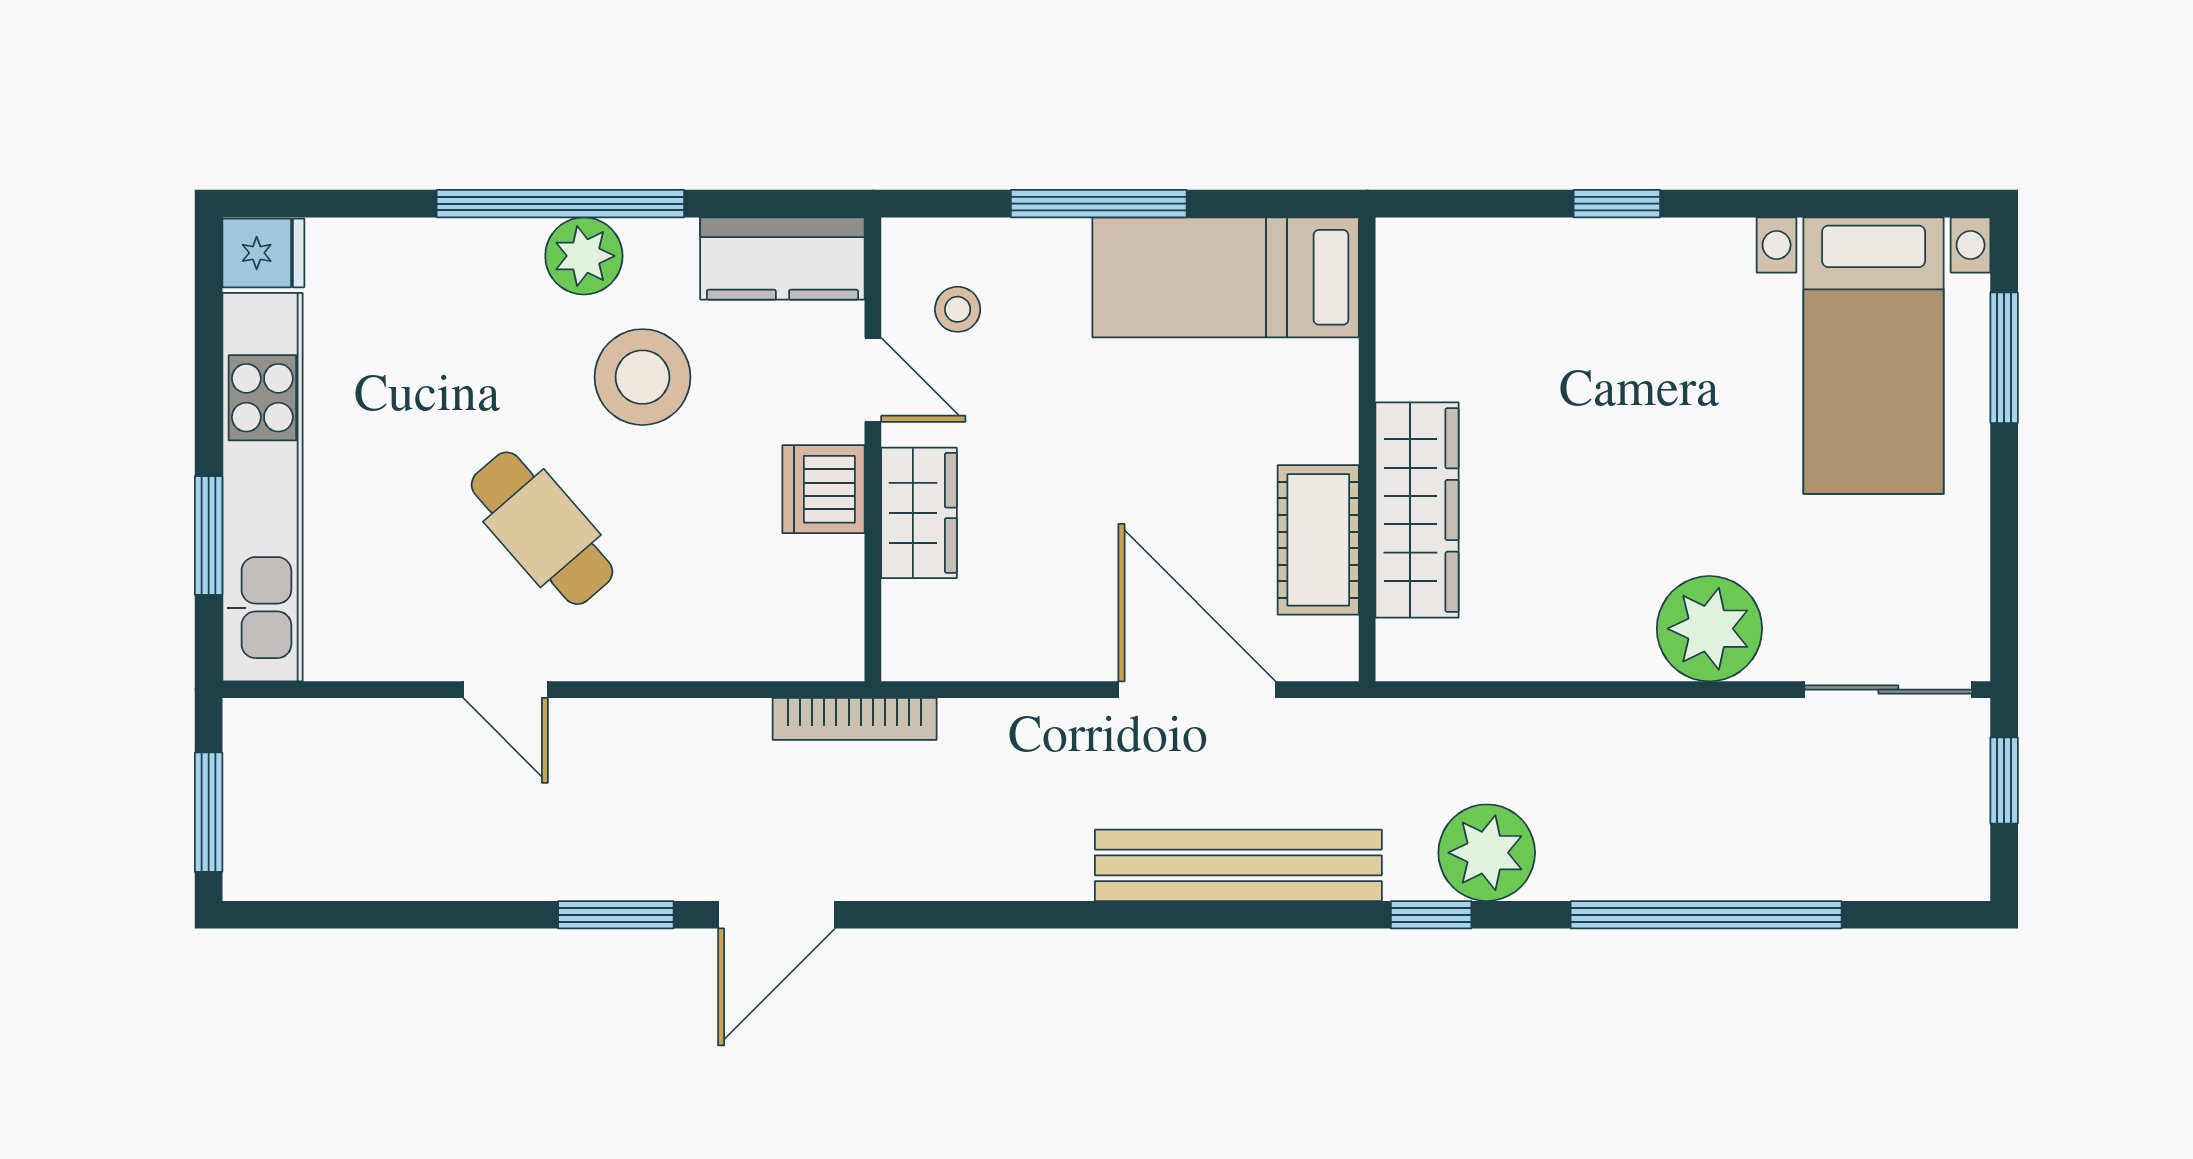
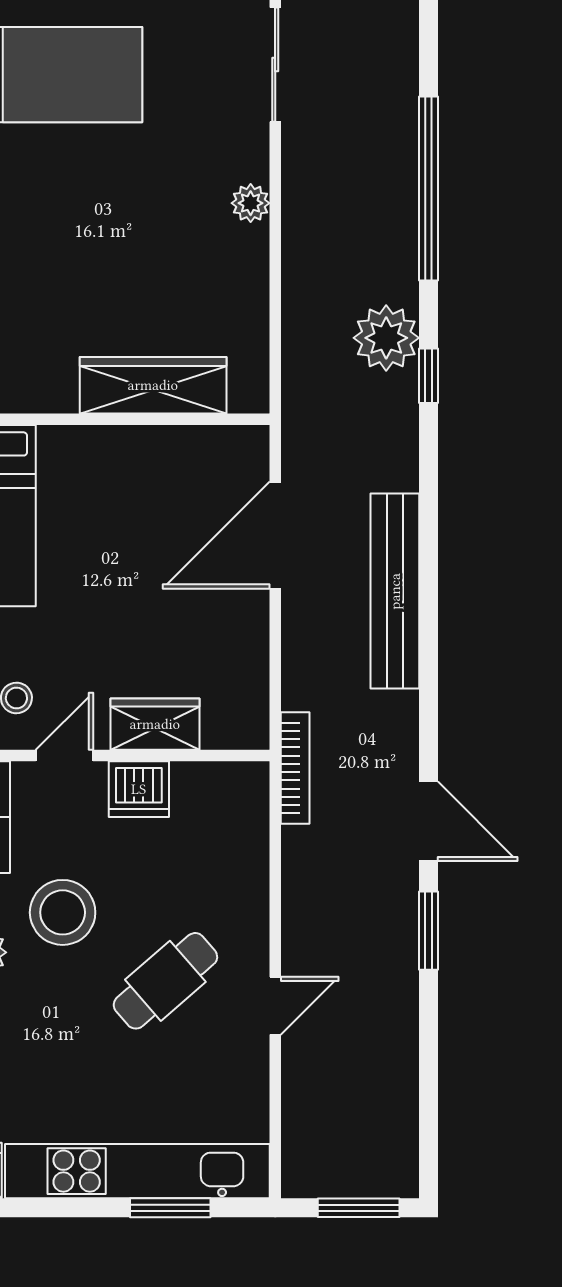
cot: (1318, 540) -> (173, 453), removed
plant: (1709, 629) -> (251, 203), width x0.53, depth x0.53
bench: (1238, 865) -> (395, 591), moved

